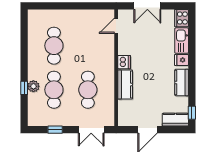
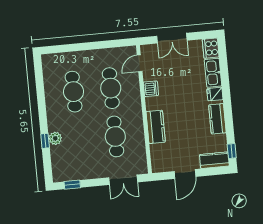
dishwasher: (124, 62) -> (151, 89), moved
cafe table: (54, 90) -> (111, 88), moved
window: (55, 130) -> (72, 185), moved

